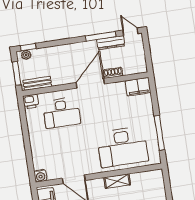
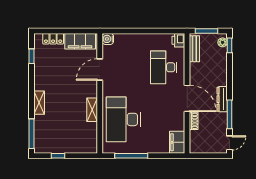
dresser: (111, 43) -> (222, 99), moved

